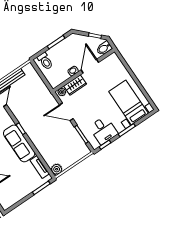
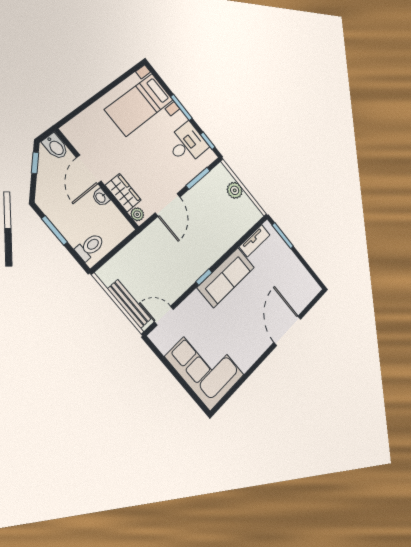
door: (90, 66) -> (89, 169), hinge flipped
plant: (57, 169) -> (235, 190), moved

